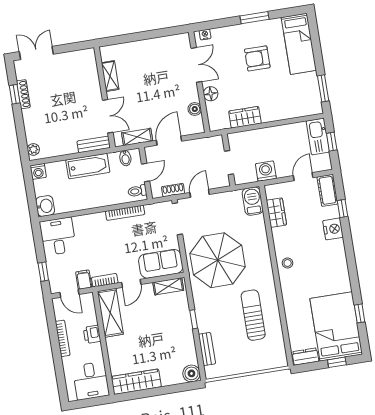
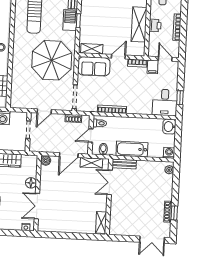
shelving: (110, 76) -> (101, 223), moved
boiler: (195, 109) -> (46, 160), moved
door: (200, 193) -> (44, 111), moved
barbecue: (253, 201) -> (70, 20), moved, turned 180
window: (43, 272) -> (180, 98), moved
shelving: (110, 313) -> (139, 24), moved

